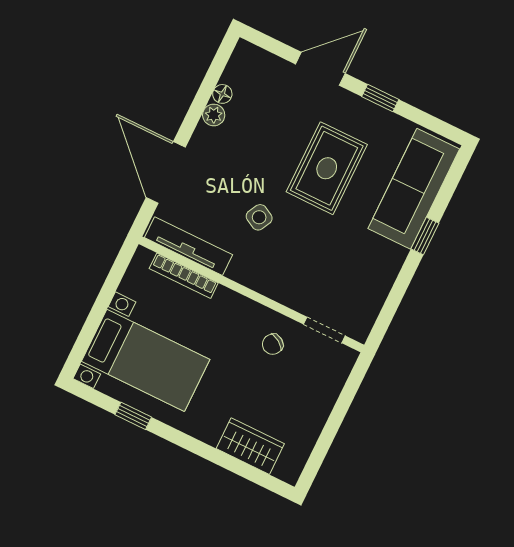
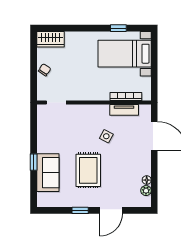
plant: (214, 115) -> (146, 191), moved
sofa: (414, 189) -> (48, 173), width x0.73
tv unit: (188, 246) -> (124, 110), width x0.71
chair: (273, 344) -> (45, 70), moved
wardrobe: (250, 446) -> (51, 39), moved

